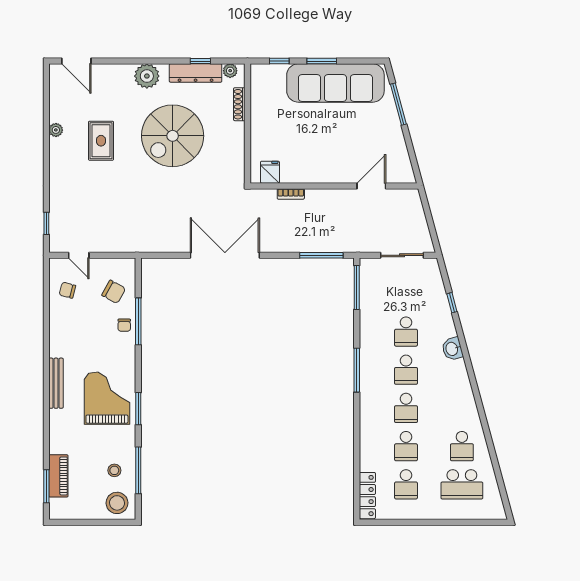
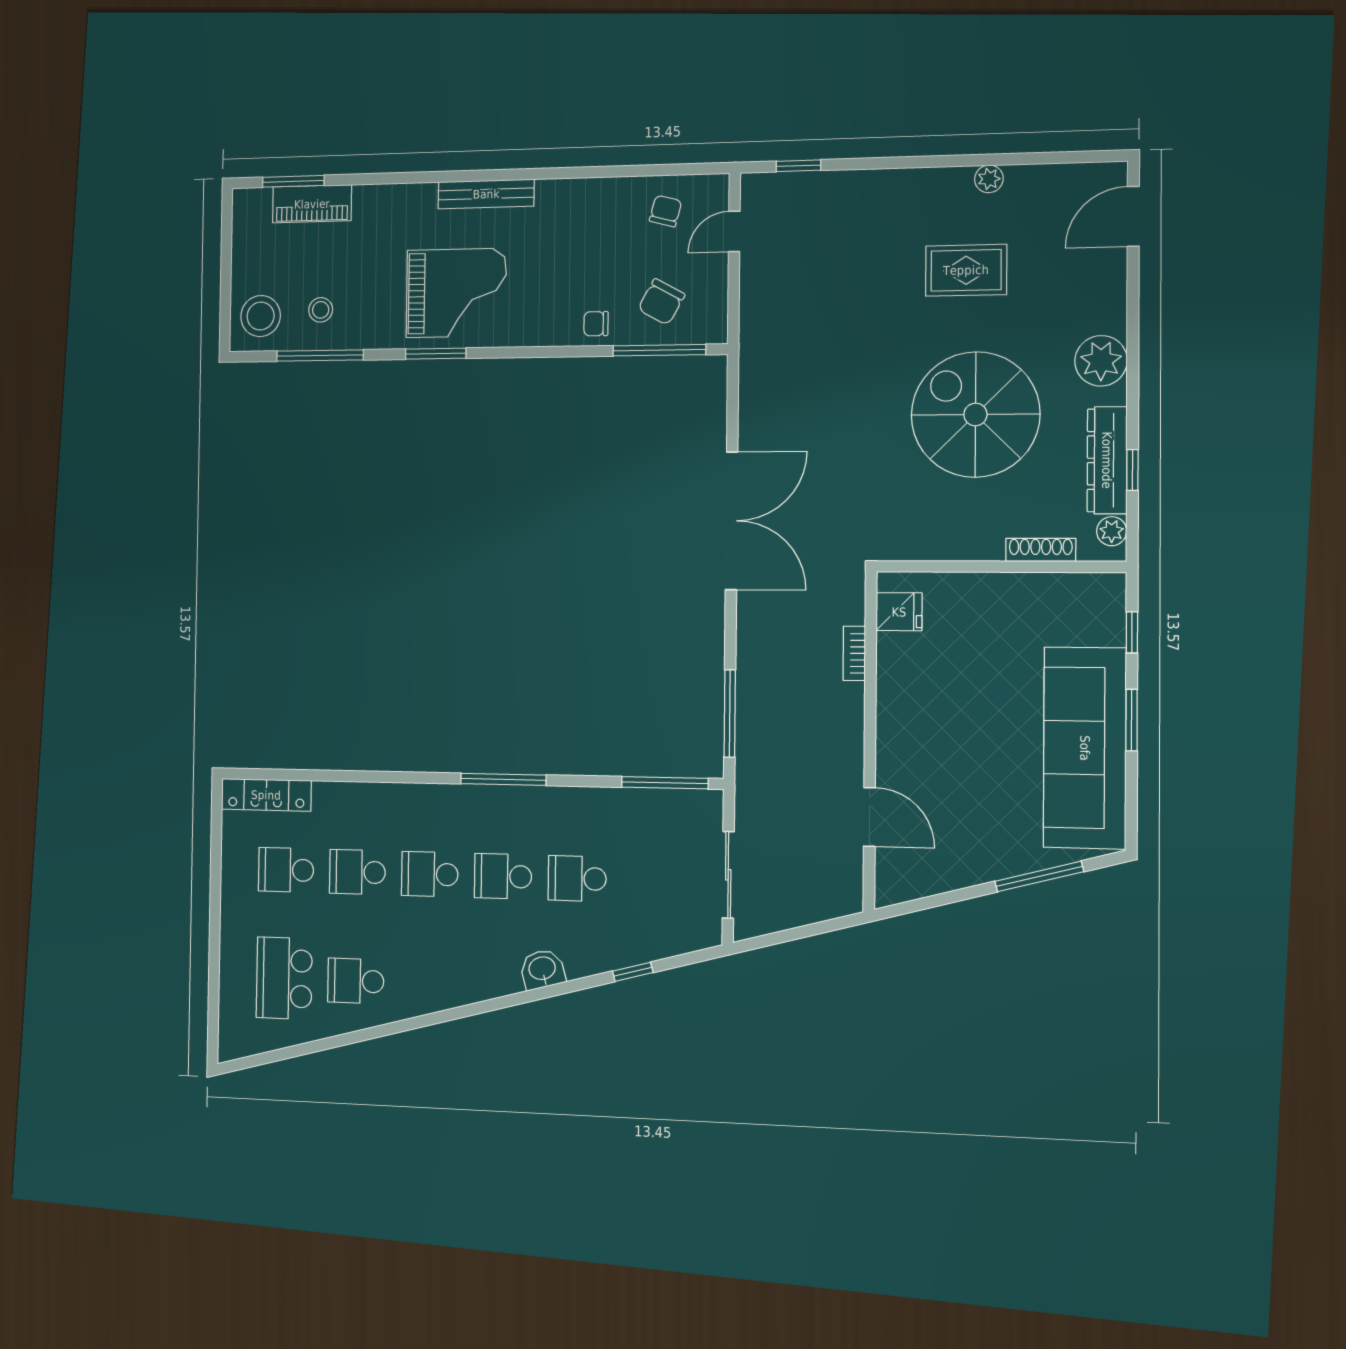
window: (138, 321) -> (659, 350), moved

